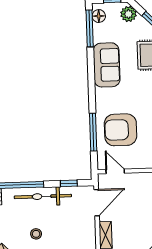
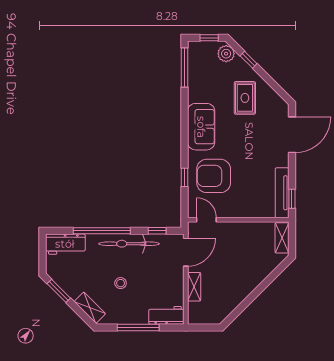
floor lamp: (99, 16) -> (195, 55), removed
sofa: (107, 65) -> (201, 127), moved
window: (93, 132) -> (185, 177), width x0.46

